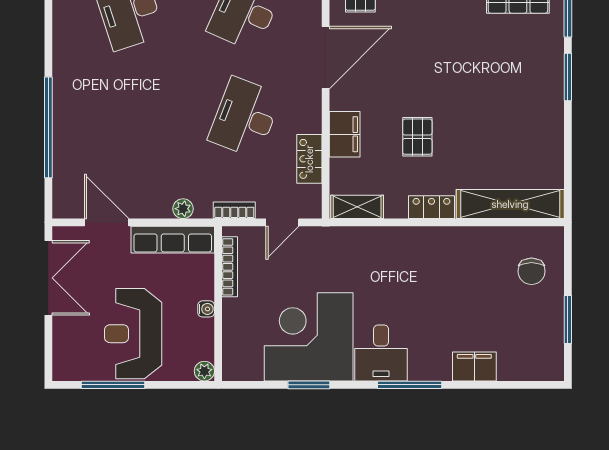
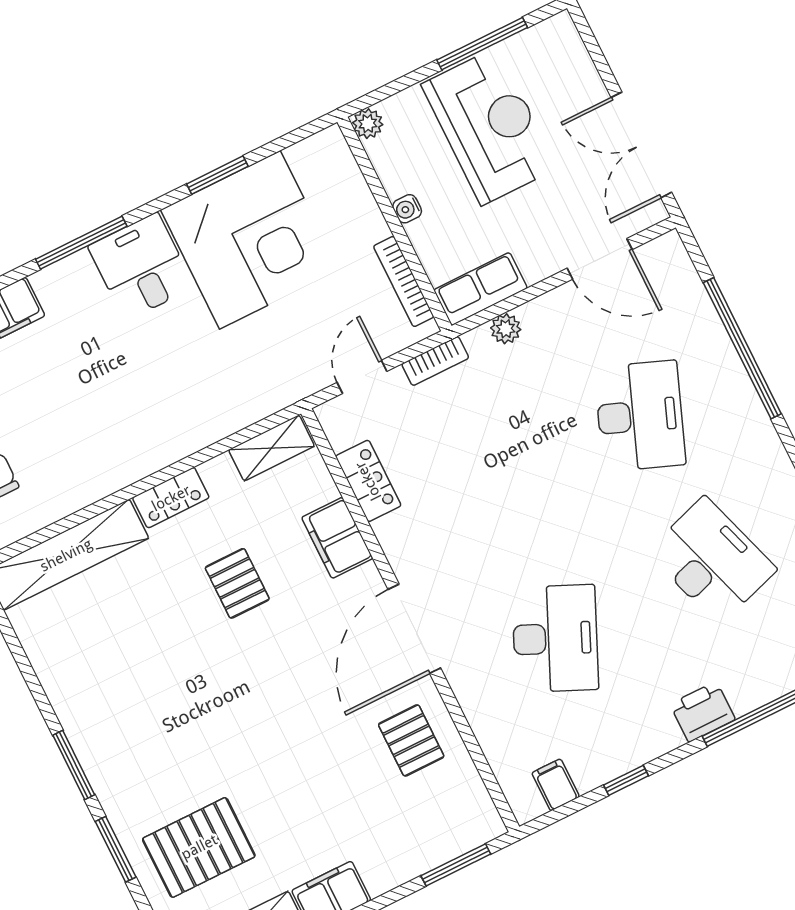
desk: (245, 117) -> (640, 416), moved
row of seats: (173, 240) -> (481, 289), width x0.68

